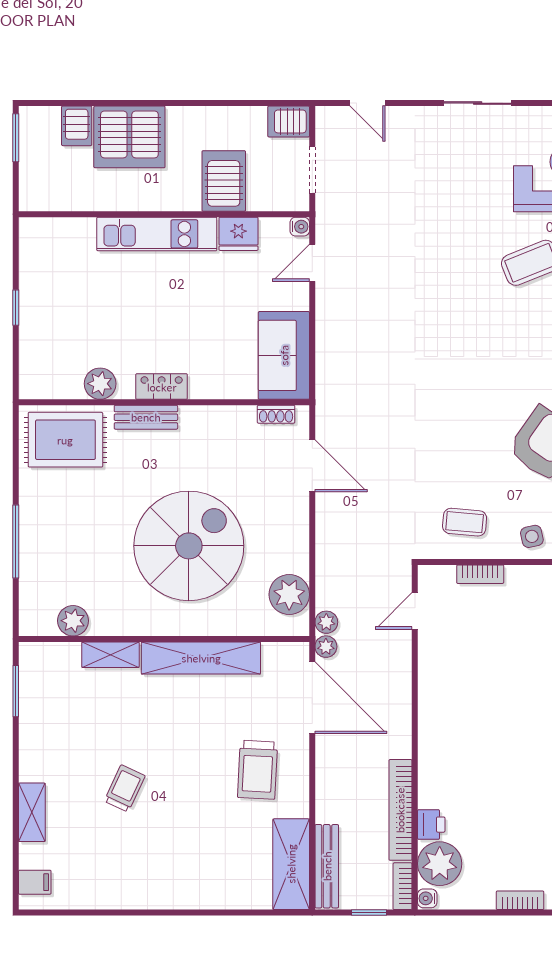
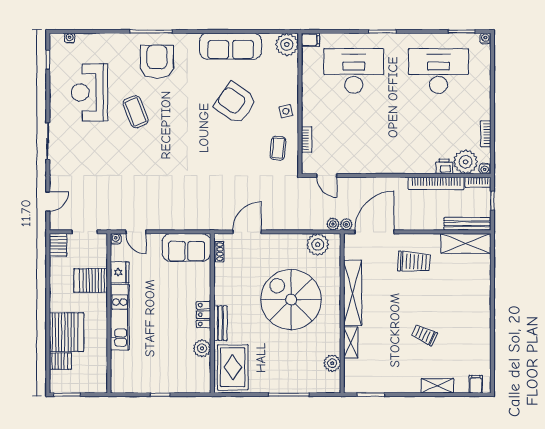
bookcase: (520, 900) -> (486, 134), moved

